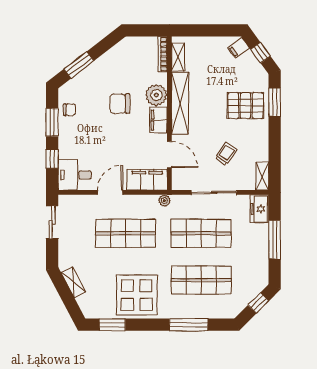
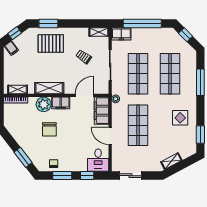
shelving: (180, 103) -> (49, 88), width x0.68
pallet: (246, 106) -> (51, 43), turned 90
window: (275, 240) -> (142, 24), width x1.46
display table: (137, 295) -> (180, 118), width x0.54, depth x0.54

